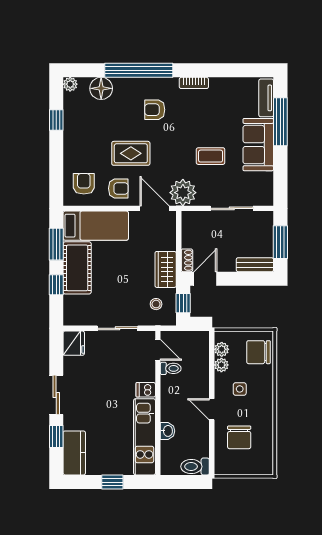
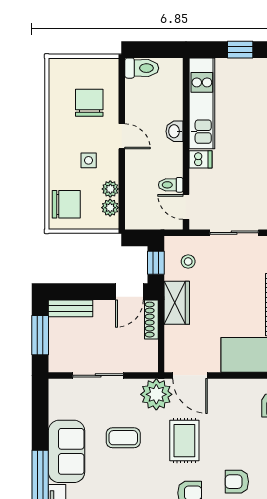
rug: (131, 153) -> (184, 441), moved, turned 90
armchair: (118, 188) -> (237, 482), moved
shoe rack: (187, 260) -> (151, 320), width x1.43
washbasin: (168, 431) -> (174, 131), moved

